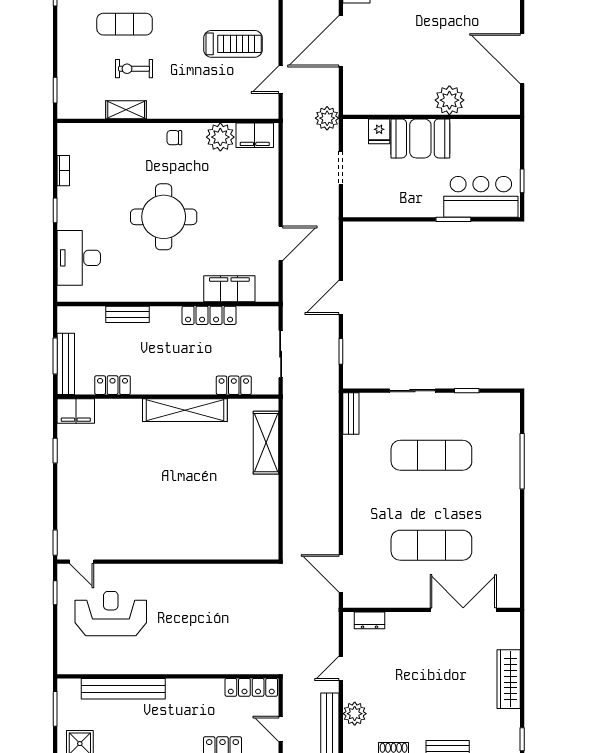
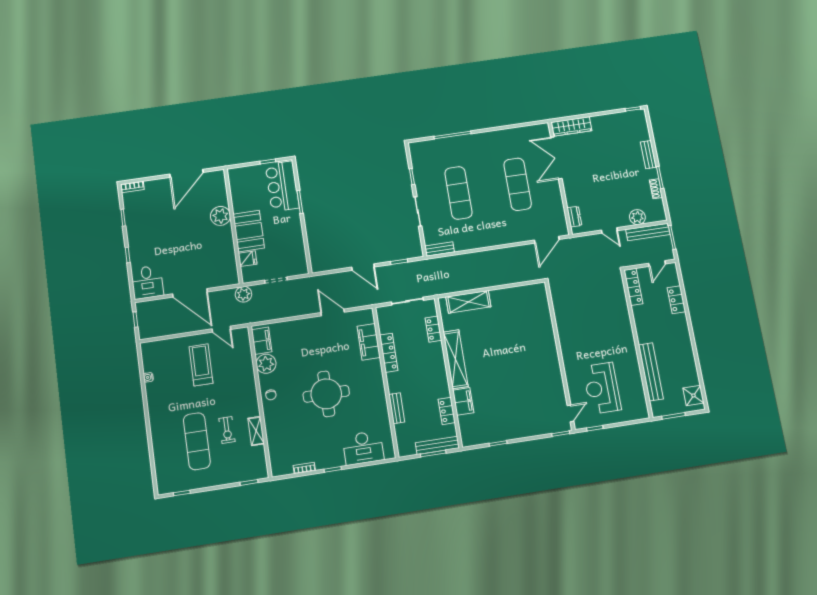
exercise mat: (125, 24) -> (197, 441), width x1.36, depth x1.45
filing cabinet: (76, 411) -> (463, 401), moved
wardrobe: (509, 679) -> (571, 126), moved

